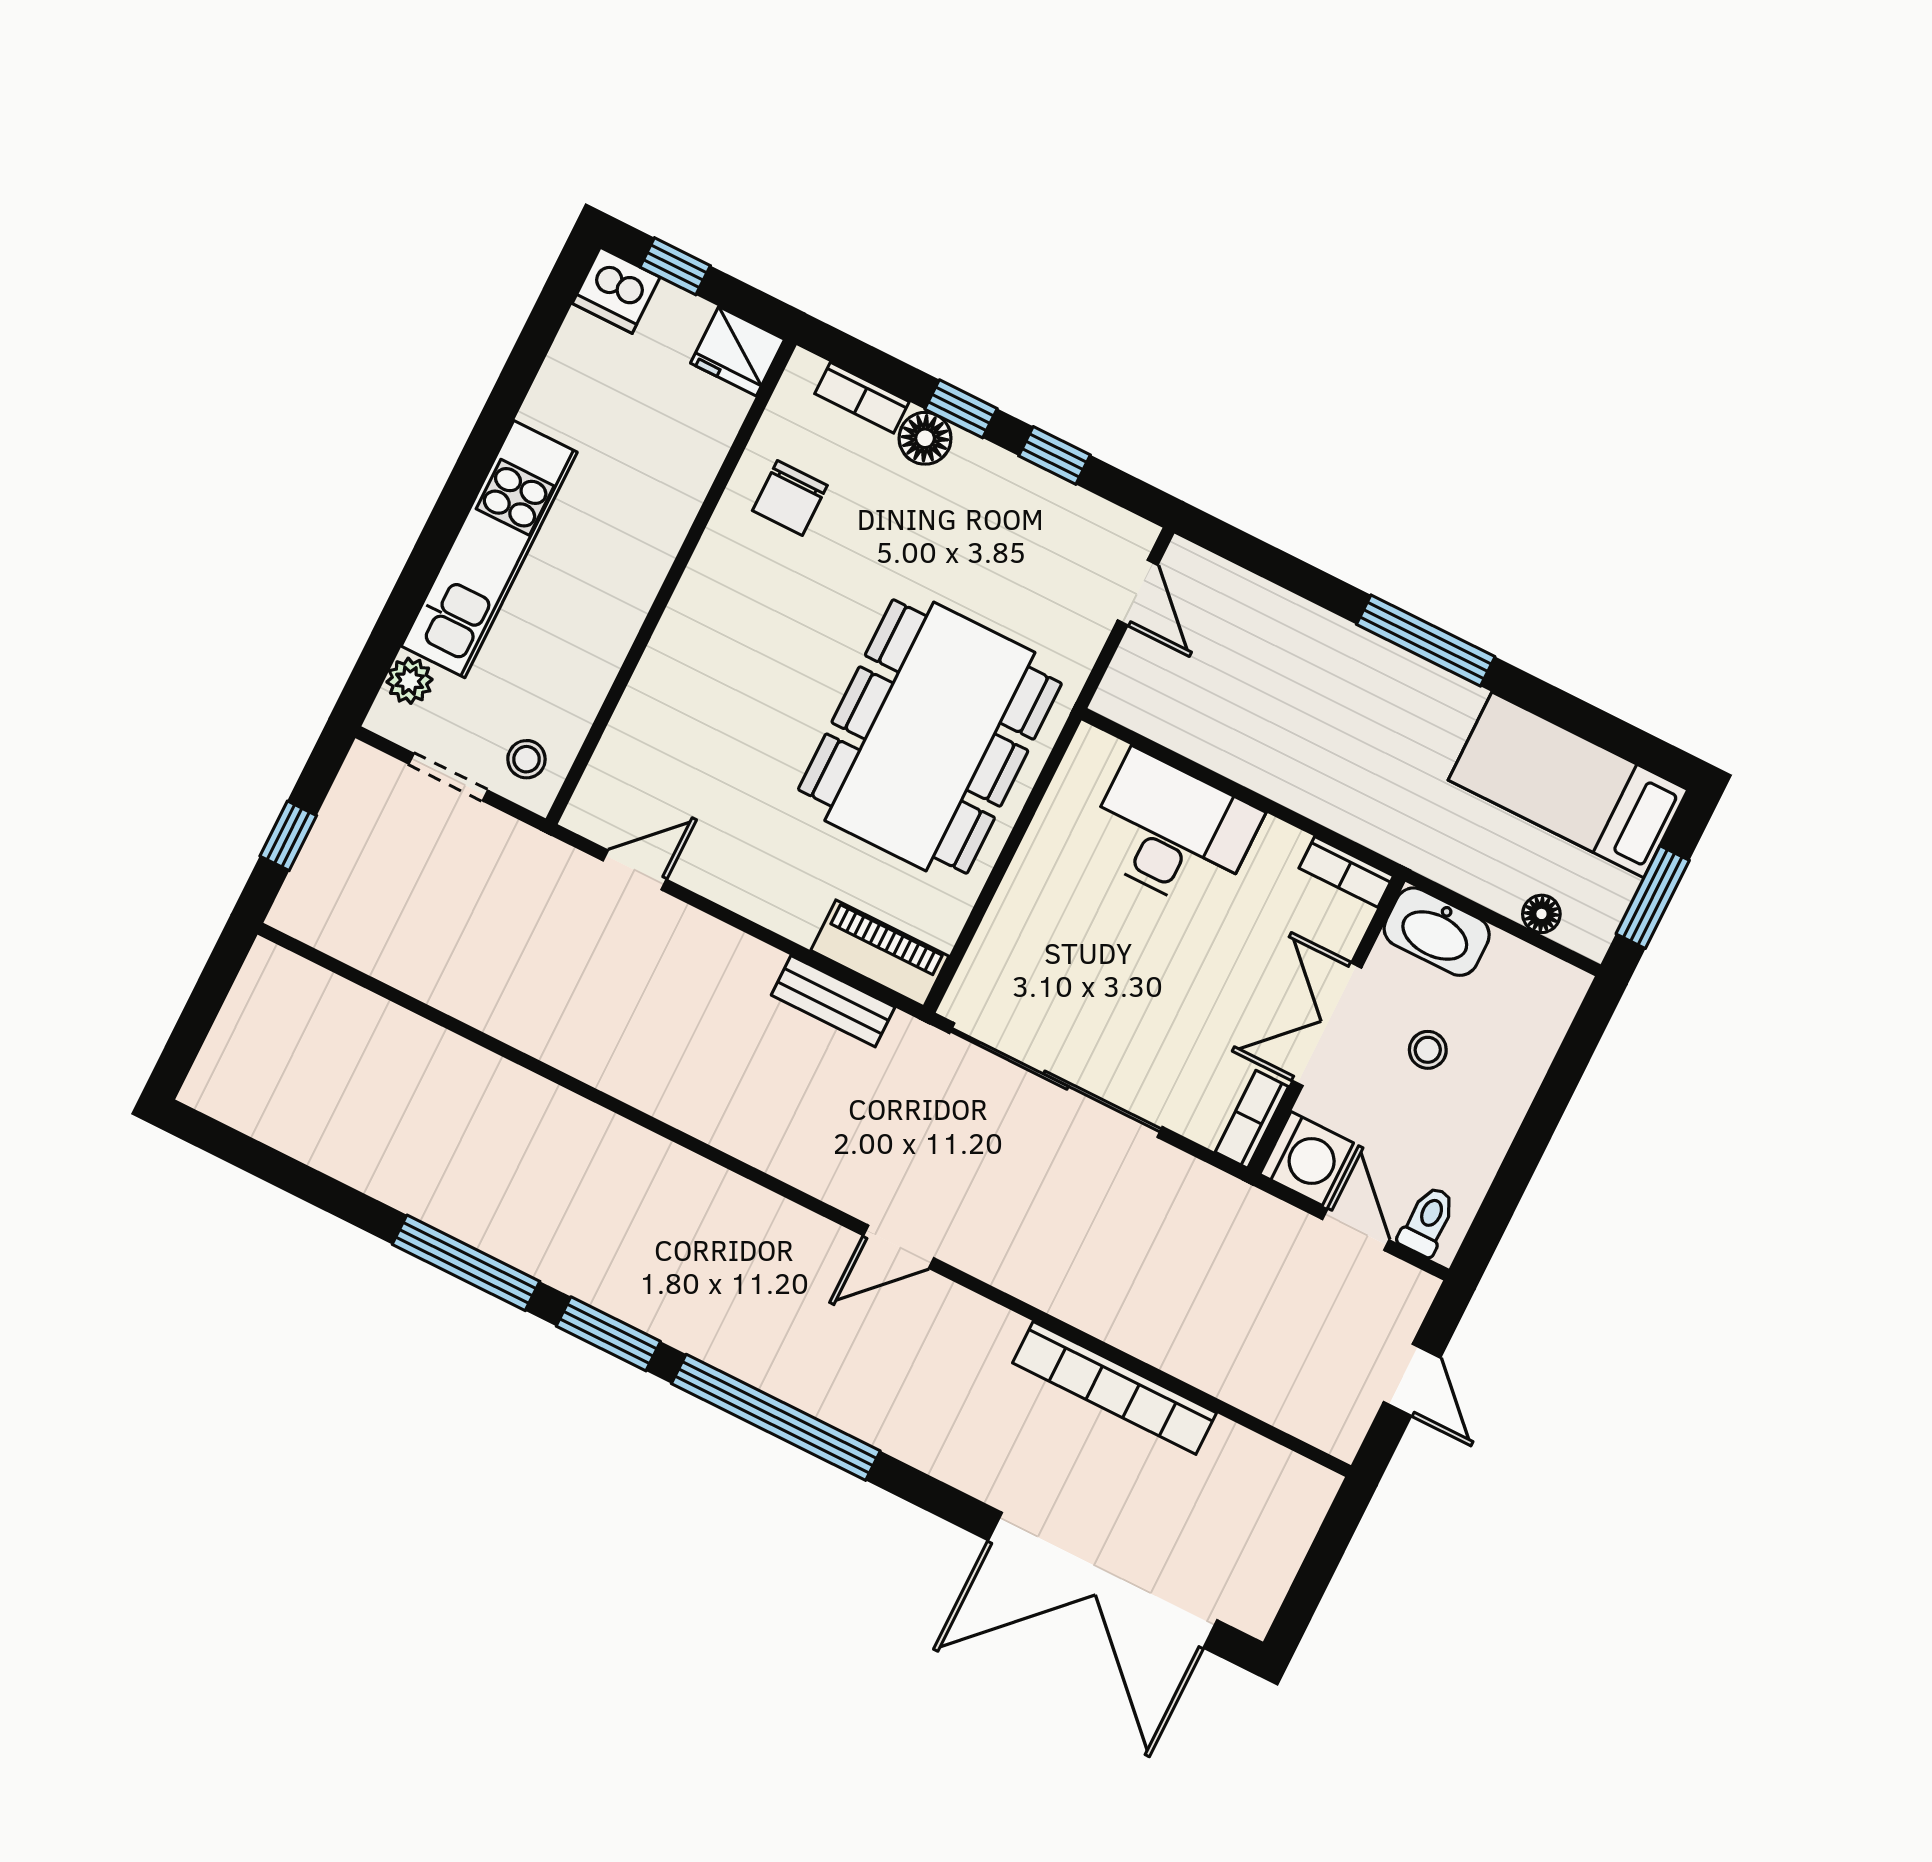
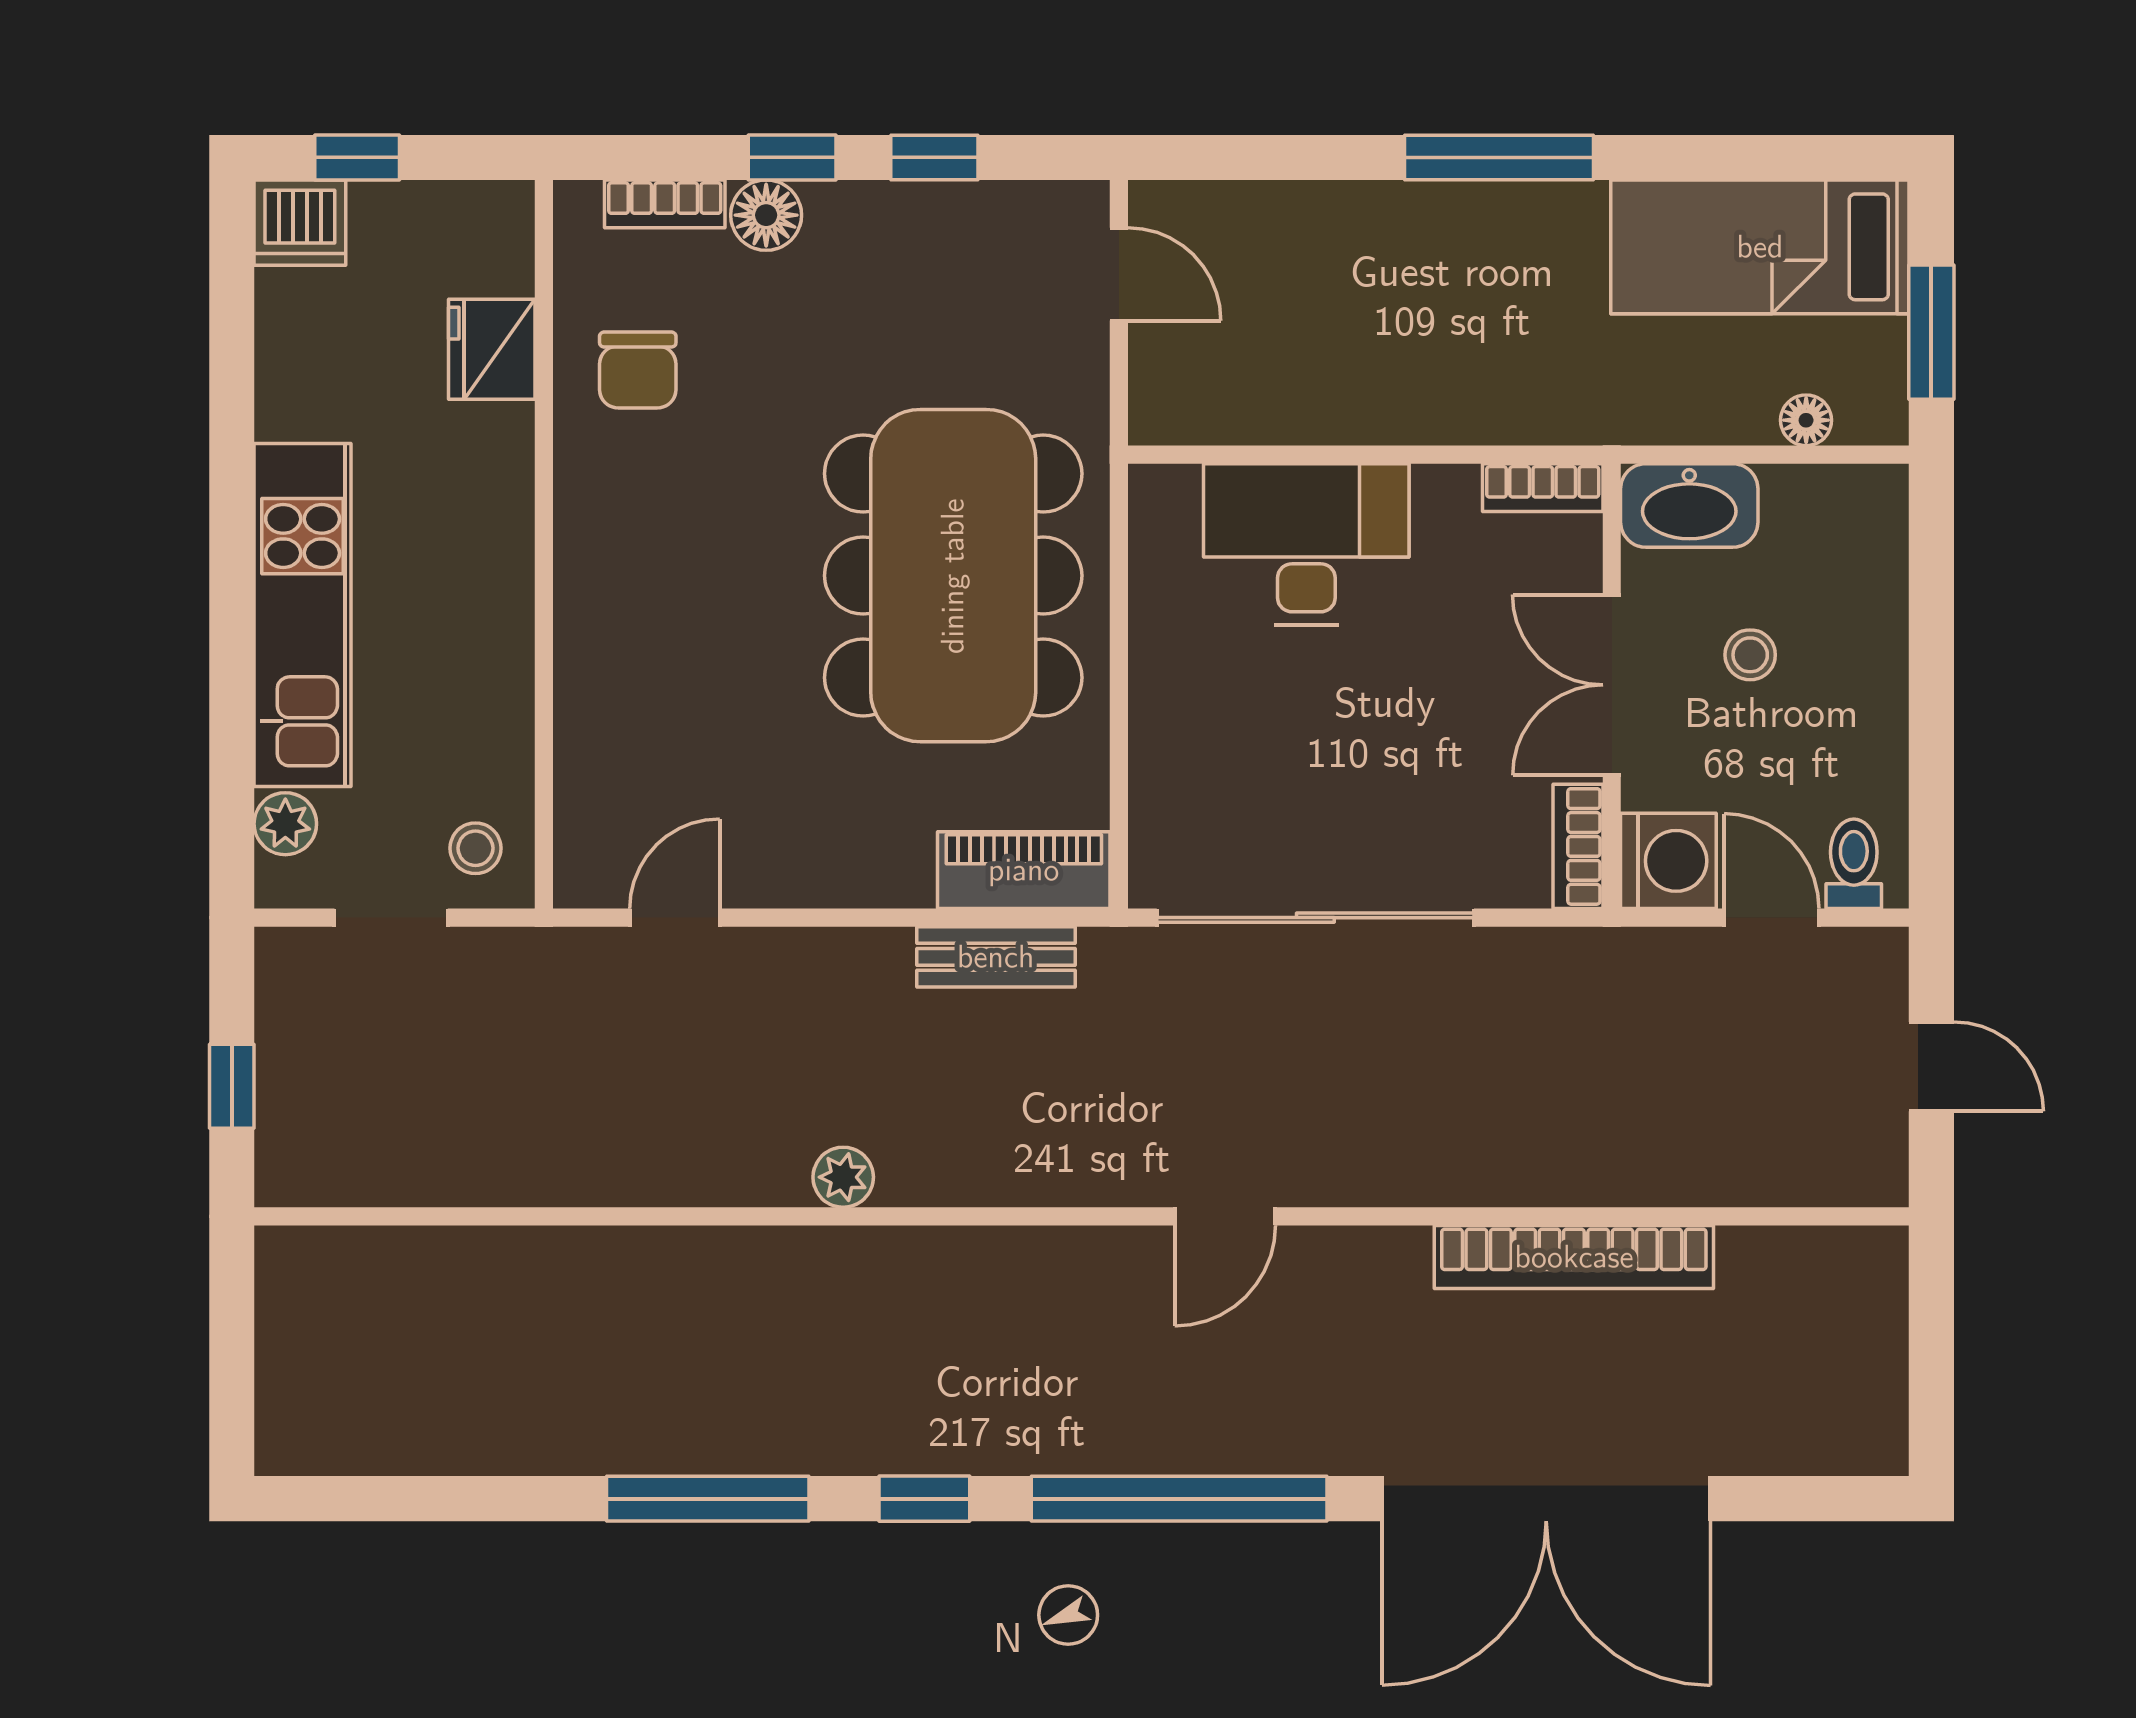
fridge: (738, 351) -> (492, 349), moved, turned 90
plant: (660, 1096) -> (843, 1177), added
window: (608, 1334) -> (924, 1499), width x0.67
double door: (1103, 1580) -> (1546, 1499), moved

